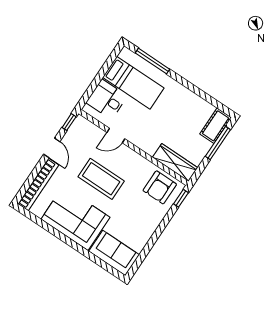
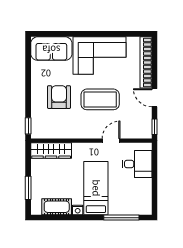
bed: (133, 83) -> (96, 188), moved, turned 90
nightstand: (187, 94) -> (78, 210), added
cot: (216, 126) -> (57, 207), moved, turned 90
window: (218, 143) -> (28, 188), width x0.69
armchair: (160, 187) -> (59, 97), moved

